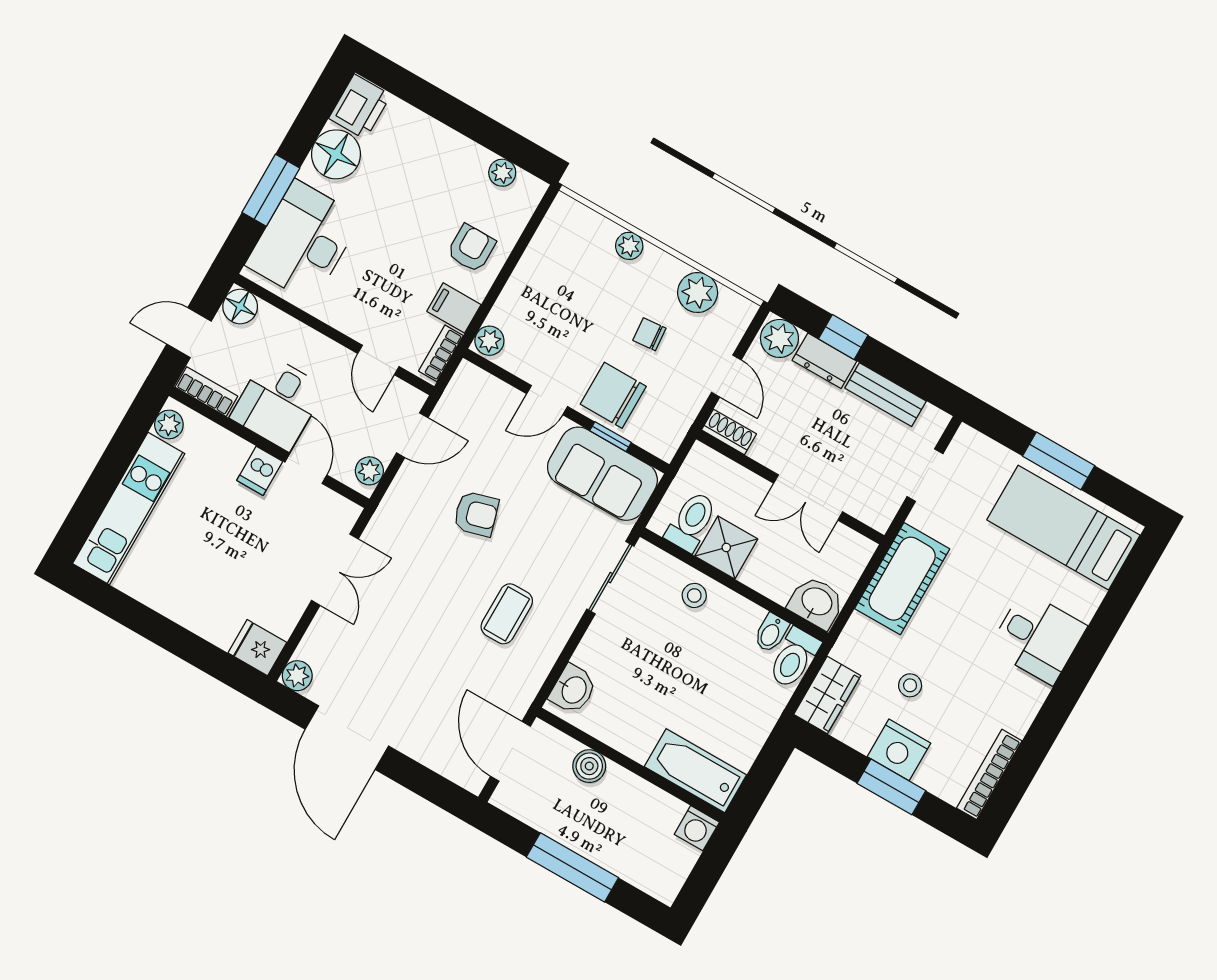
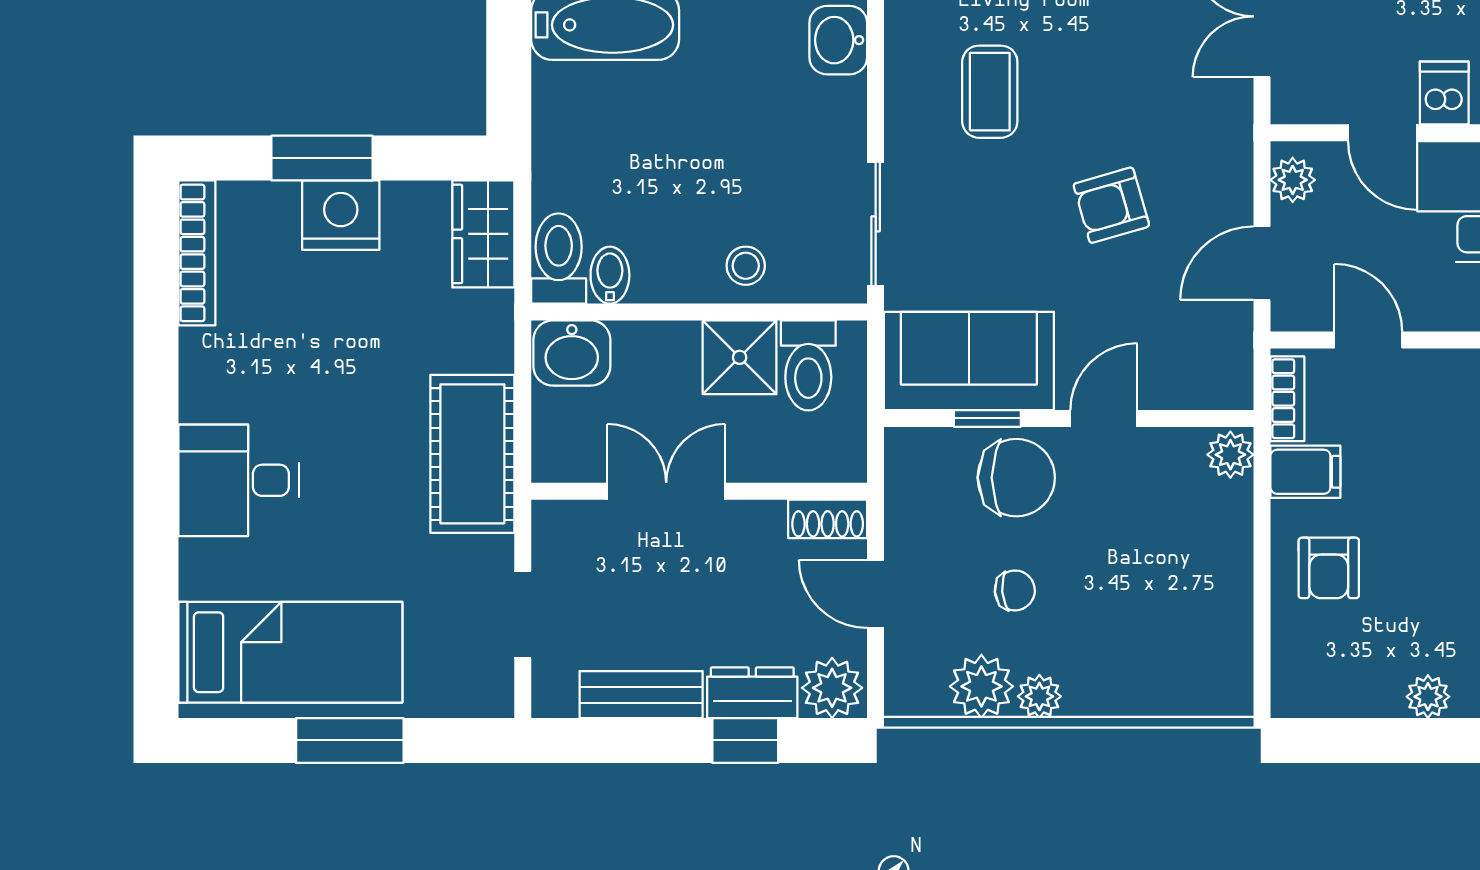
plant: (502, 173) -> (1428, 697), moved
plant: (629, 246) -> (1039, 696), moved
stool: (910, 685) -> (377, 313), removed

